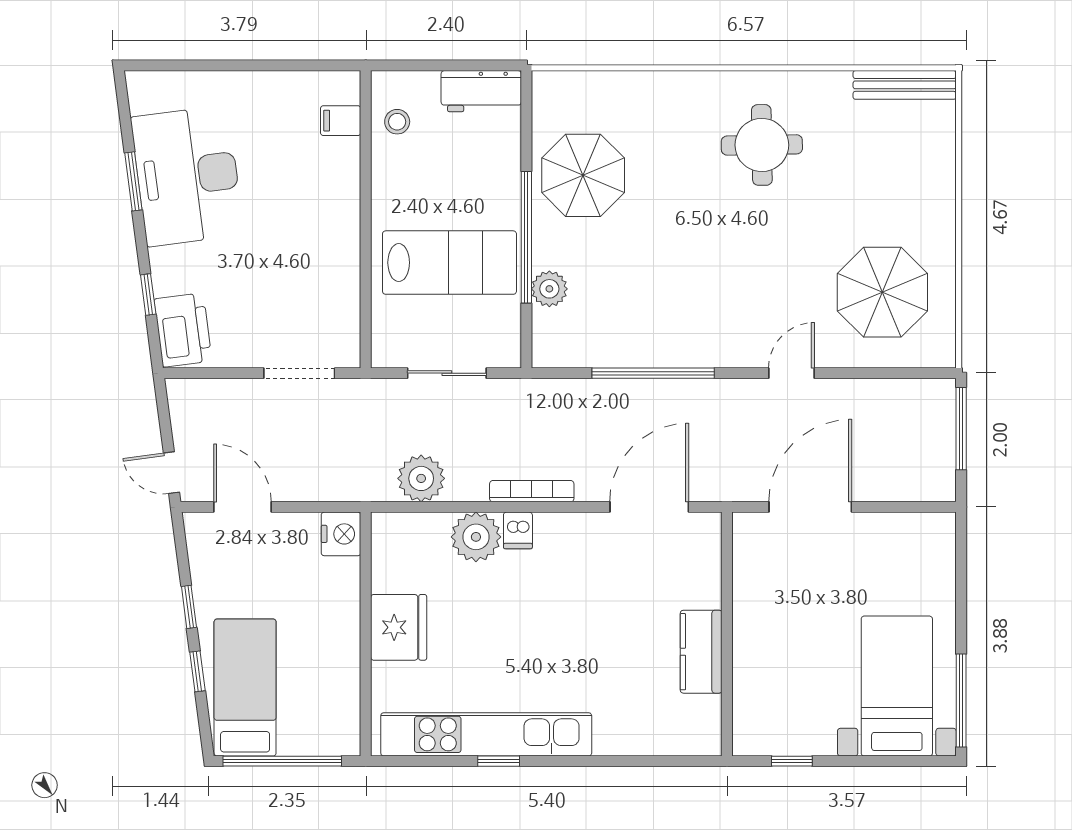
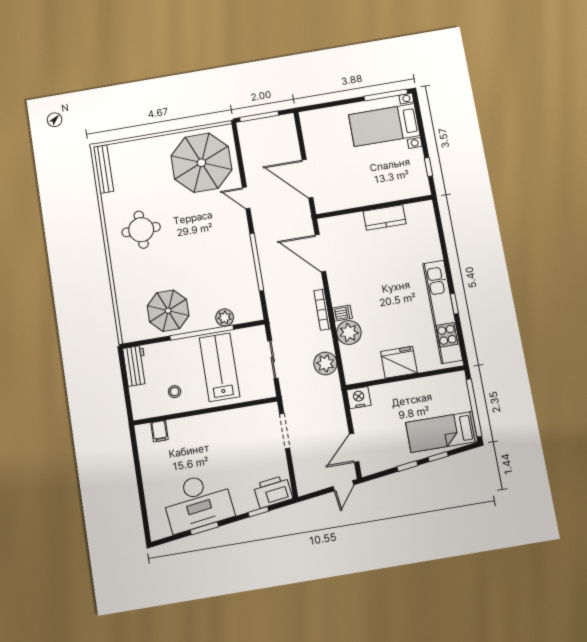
stool: (397, 122) -> (175, 392), moved
parasol: (882, 292) -> (201, 163), width x1.36, depth x1.36

